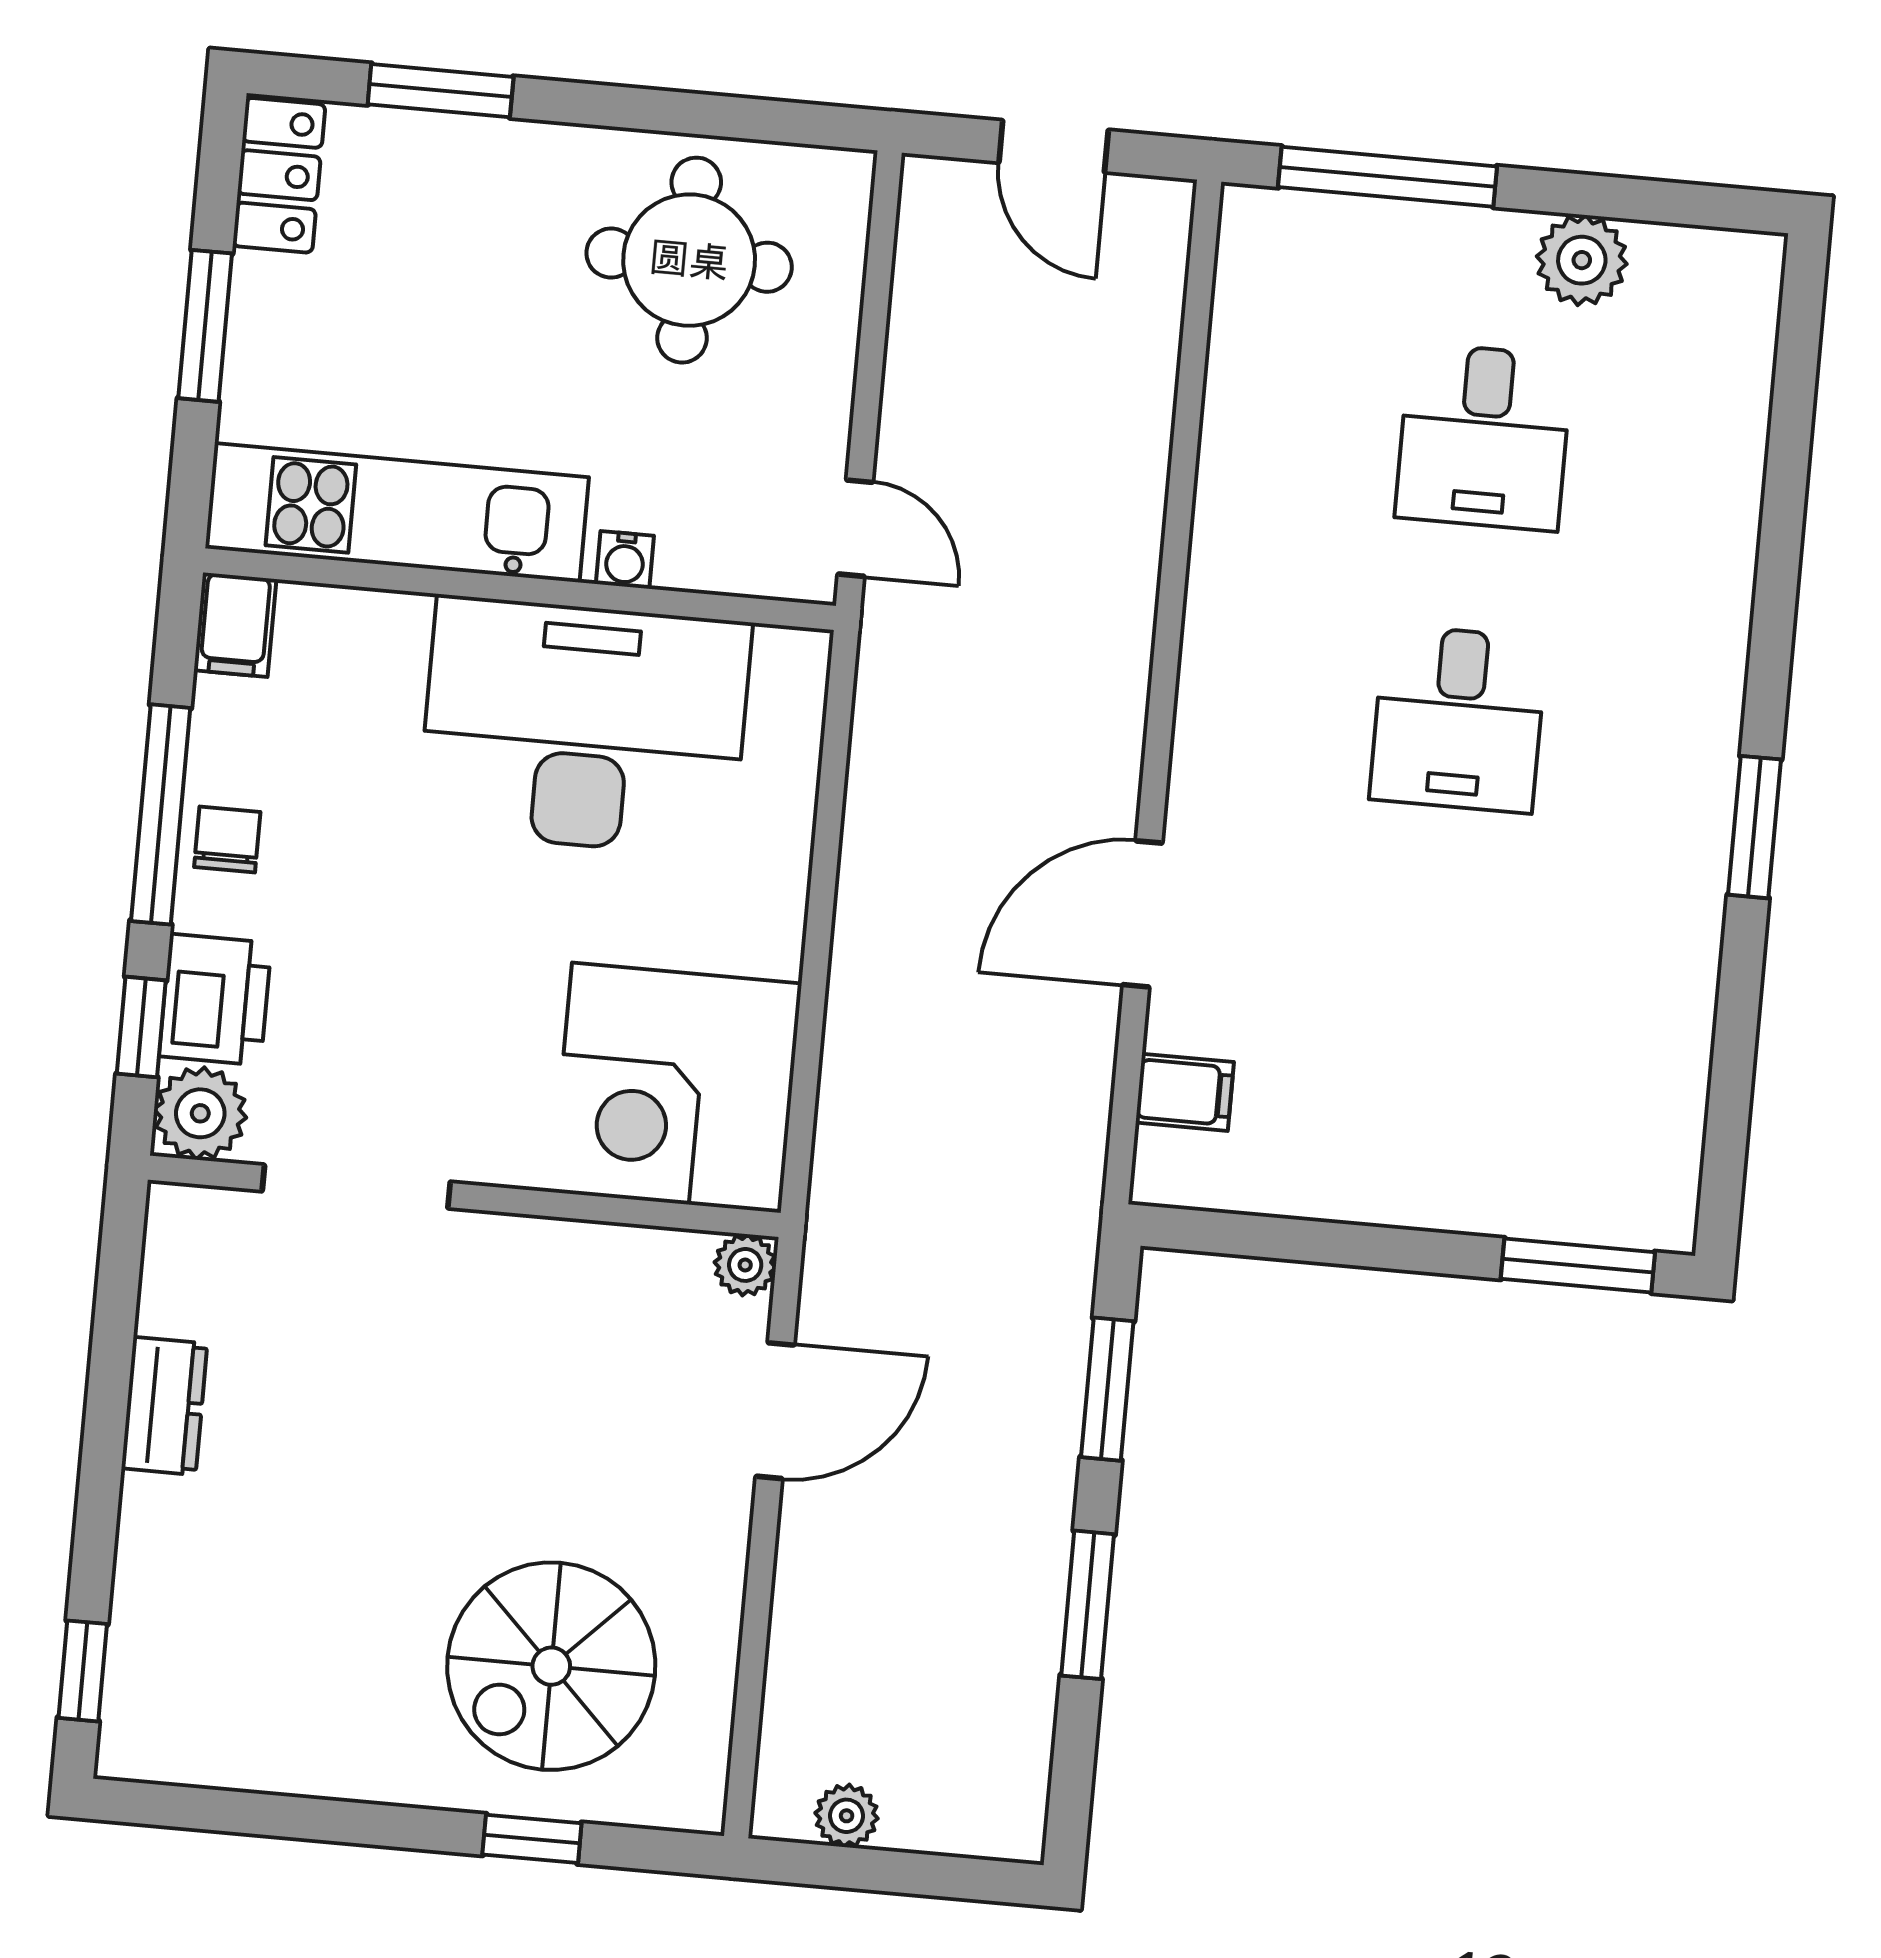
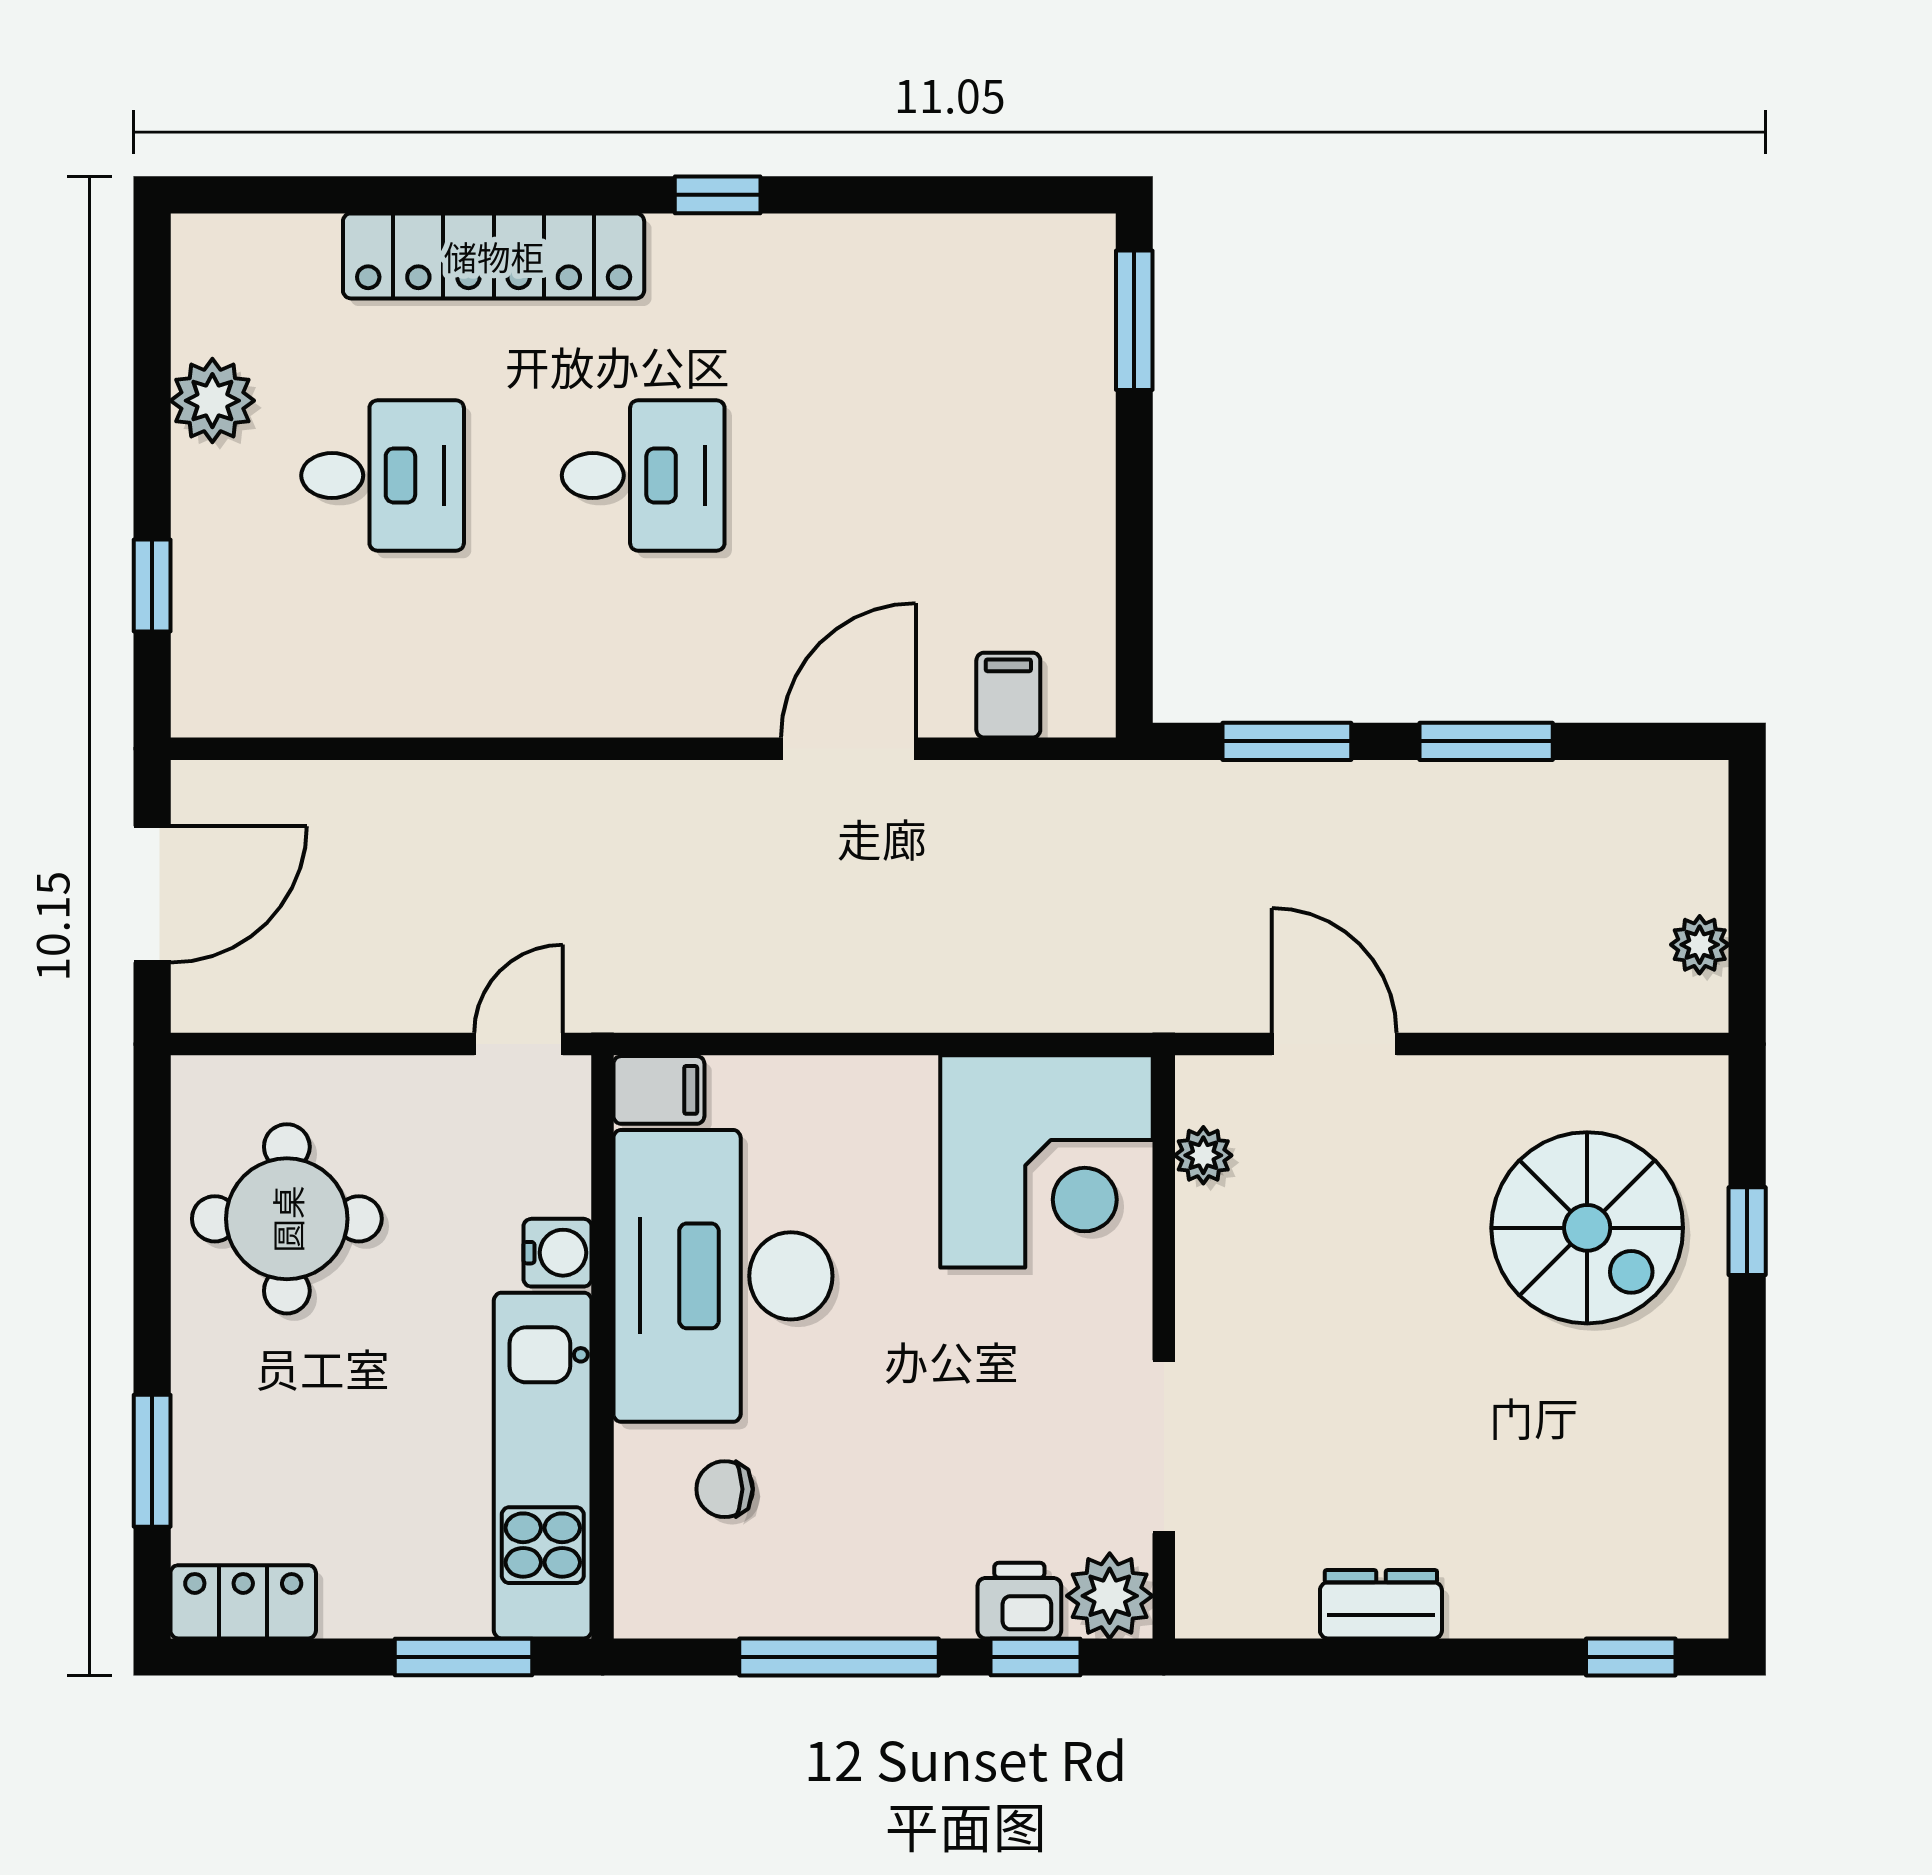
door: (1054, 146) -> (152, 894), width x1.38
window: (1388, 177) -> (152, 586), width x0.46
window: (205, 326) -> (464, 1657), moved
water cooler: (625, 560) -> (558, 1253), width x1.38, depth x1.38
locker: (1711, 579) -> (494, 256), added
filing cabinet: (235, 625) -> (659, 1090), moved
window: (1755, 827) -> (718, 195), width x0.67
chair: (227, 839) -> (725, 1489), moved
door: (1142, 914) -> (848, 749), swing flipped
printer: (215, 1000) -> (1019, 1601), width x0.73, depth x0.81
plant: (745, 1265) -> (1203, 1155), moved

